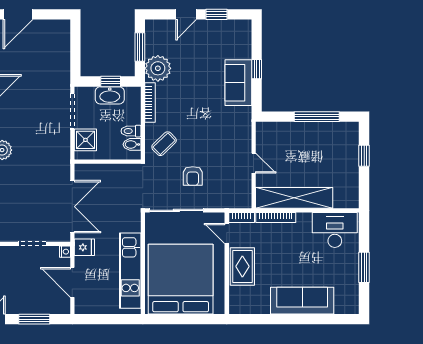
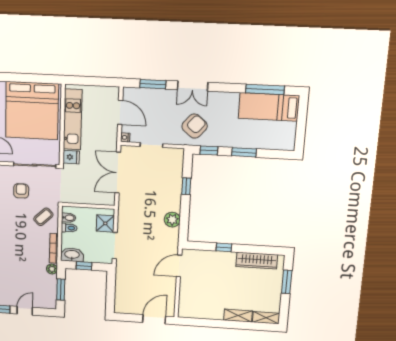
plant: (158, 68) -> (52, 269), width x0.53, depth x0.53
washbasin: (110, 95) -> (72, 255), moved
fridge: (84, 247) -> (71, 157), moved, turned 180

